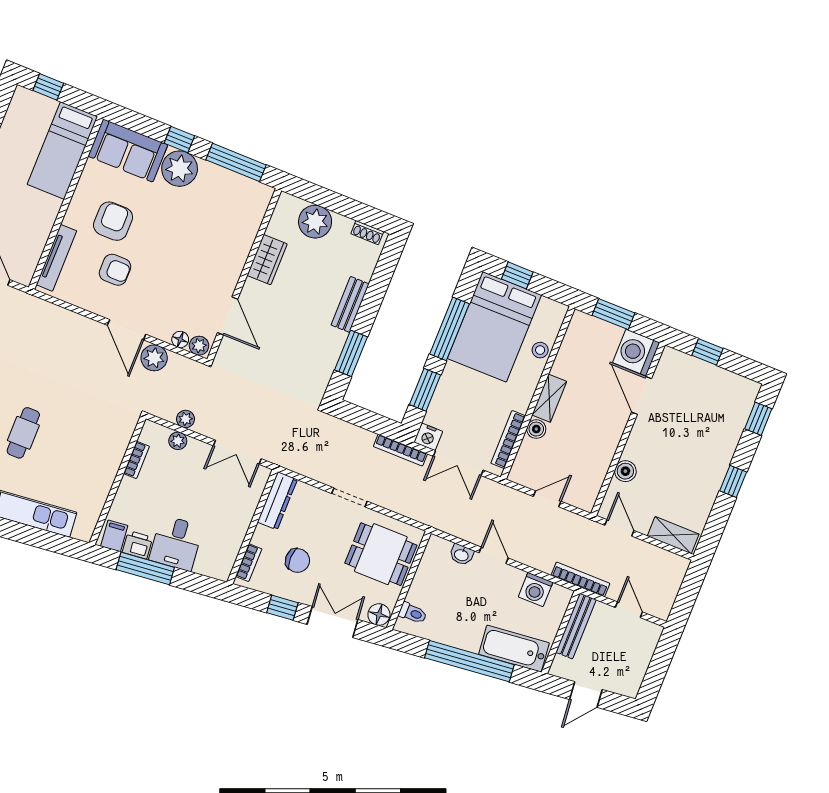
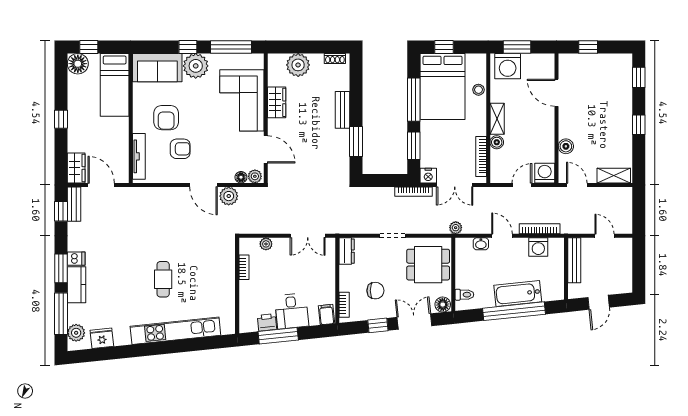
floor lamp: (25, 103) -> (78, 64), added
armchair: (113, 221) -> (166, 118), turned 180
corner sofa: (222, 239) -> (242, 100), added
washing machine: (636, 353) -> (508, 66), moved, turned -90
plant: (185, 419) -> (456, 228), moved
washing machine: (583, 495) -> (545, 173), added
dresser: (277, 501) -> (347, 251), width x0.70
filing cabinet: (114, 536) -> (327, 315), moved
bookcase: (580, 579) -> (540, 229), moved
bathtub: (514, 649) -> (518, 294), moved

